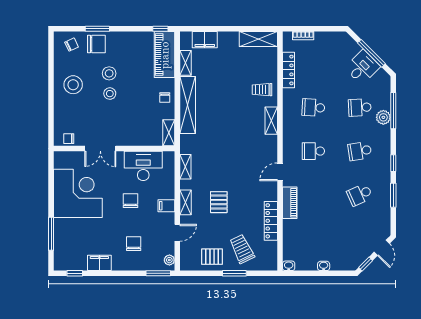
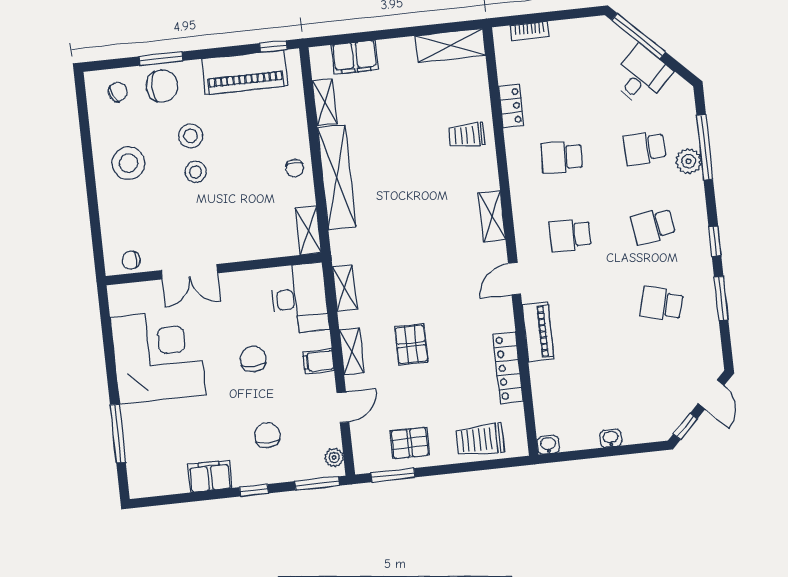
window: (371, 53) -> (639, 36), moved
piano: (165, 55) -> (245, 72), moved, turned -90
locker: (288, 70) -> (511, 106), width x0.66
shelving: (271, 121) -> (492, 216), moved
desk: (143, 166) -> (300, 298), moved, turned 90
school desk: (360, 195) -> (661, 304), turned 39
trolley: (242, 249) -> (480, 440), moved, turned -64
window: (75, 273) -> (254, 490), moved
window: (234, 273) -> (393, 475), moved

